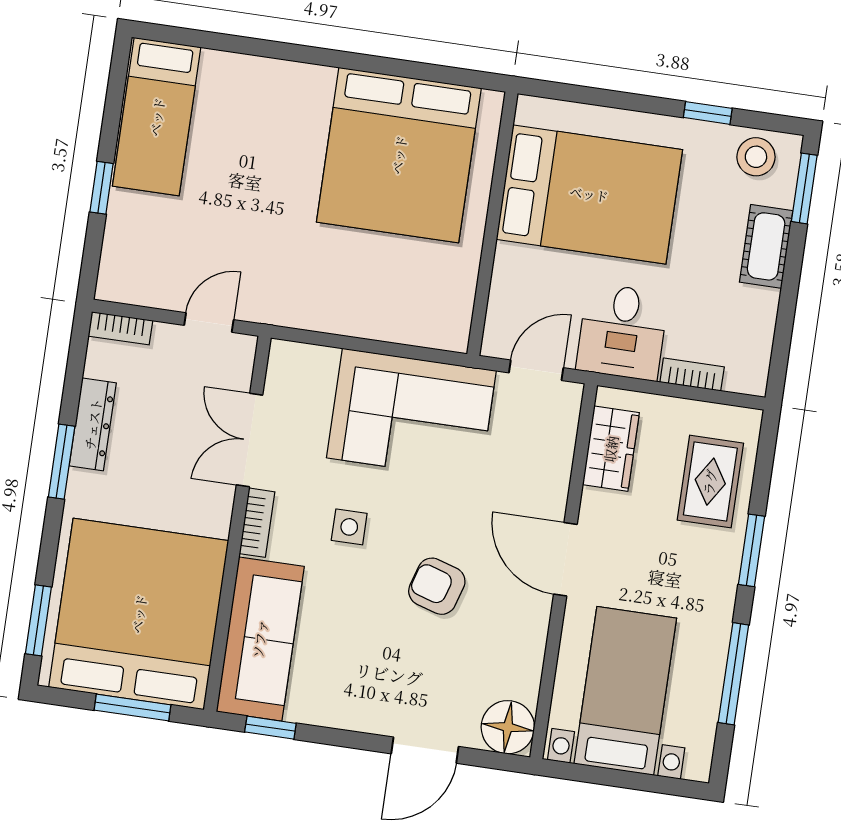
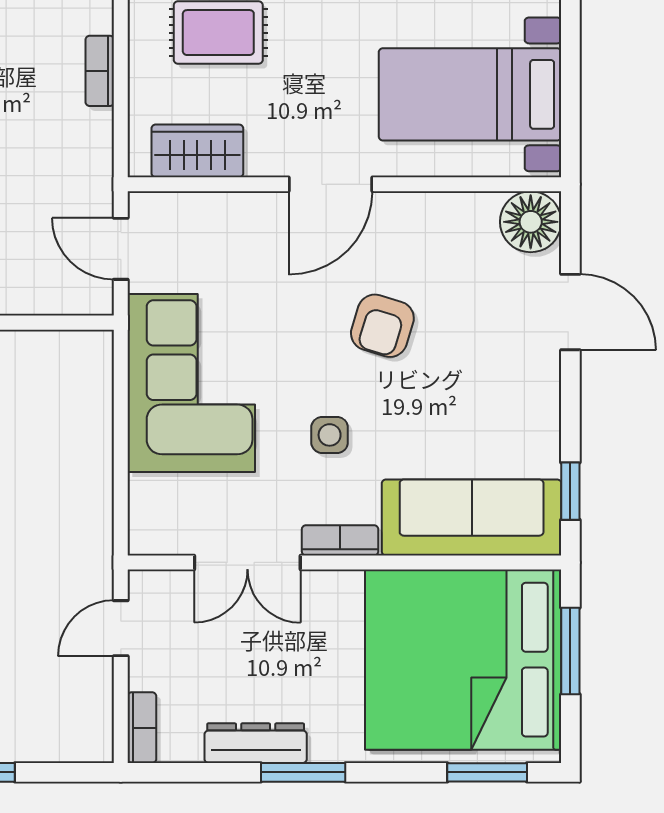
door: (209, 323) -> (121, 628), hinge flipped
desk: (622, 332) -> (63, 157), removed

